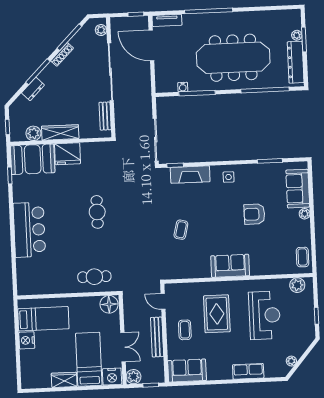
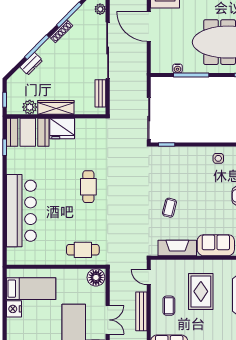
fireplace: (190, 175) -> (177, 248), moved, turned 180
bar counter: (29, 230) -> (21, 211), width x1.36

